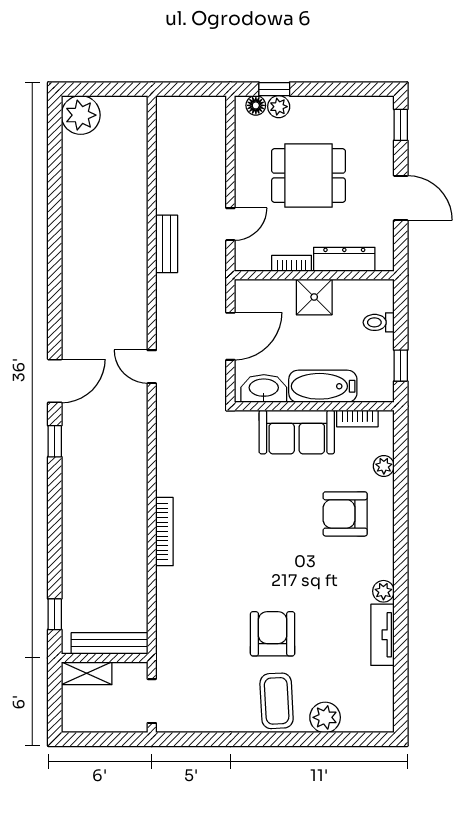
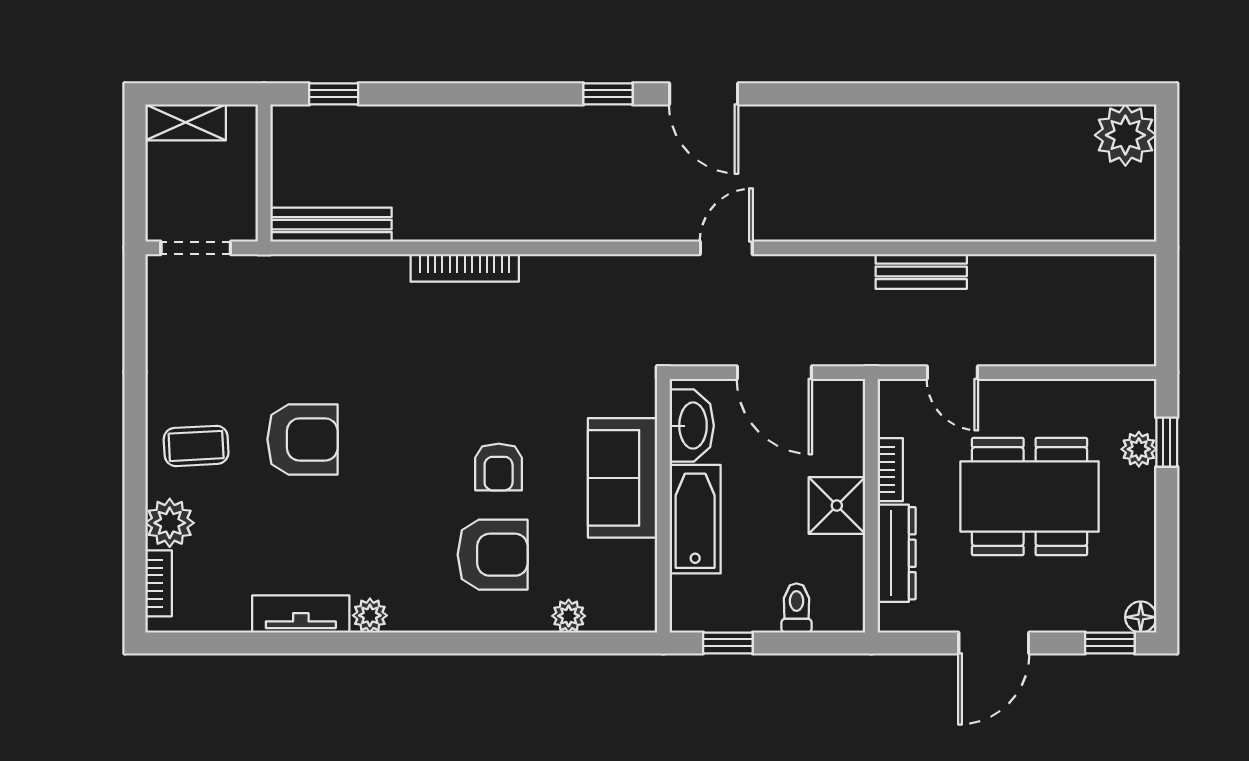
floor lamp: (256, 105) -> (1141, 617), moved
dining table: (309, 175) -> (1030, 497), width x1.38
bookcase: (357, 419) -> (159, 583), moved, turned 180
armchair: (290, 510) -> (499, 467), added
armchair: (345, 514) -> (493, 555), turned 90
bench: (110, 643) -> (331, 225), moved, turned 90
shelving: (87, 673) -> (186, 122), moved, turned 90
coffee table: (277, 701) -> (196, 446), width x0.73, depth x0.77

